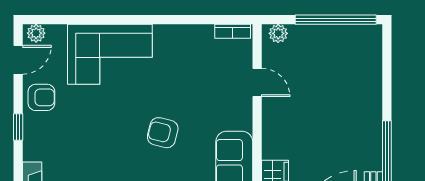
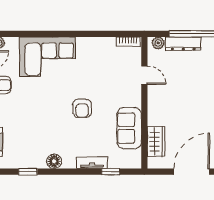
dresser: (316, 35) -> (183, 44), added
armchair: (163, 133) -> (82, 108), turned -105

